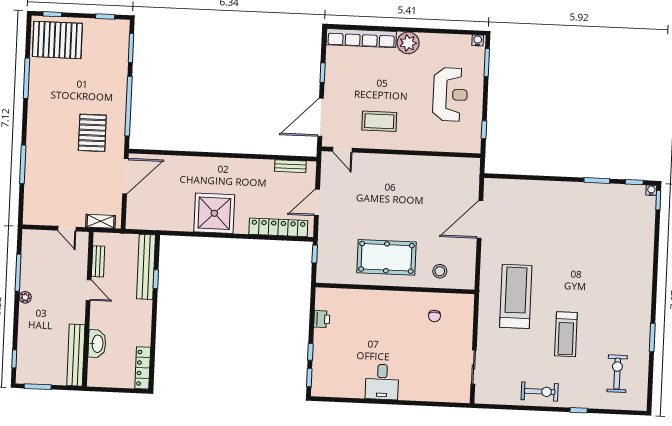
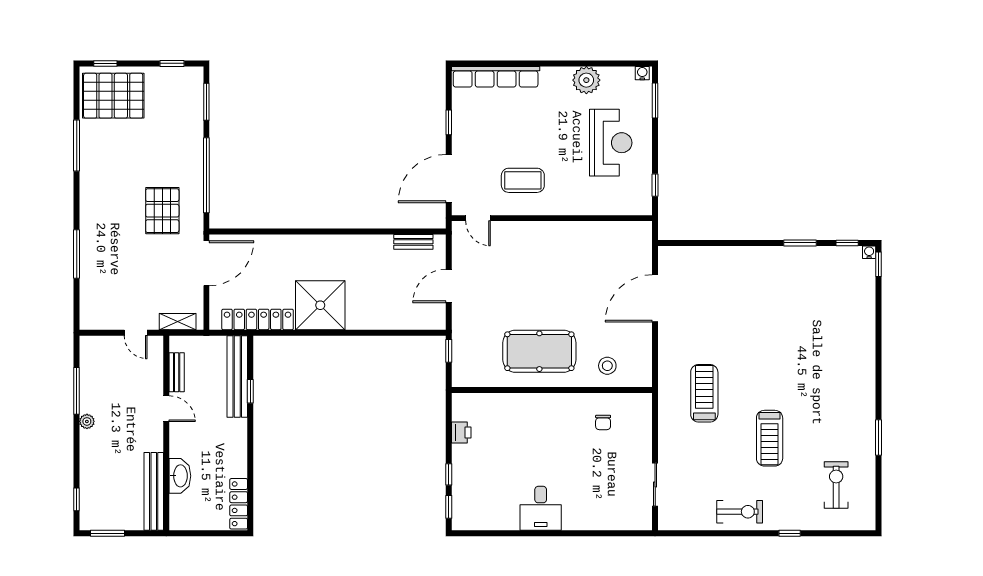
plant: (408, 43) -> (586, 80), moved
locker: (278, 227) -> (258, 319), moved
treadmill: (516, 296) -> (704, 393), width x0.73, depth x0.73

